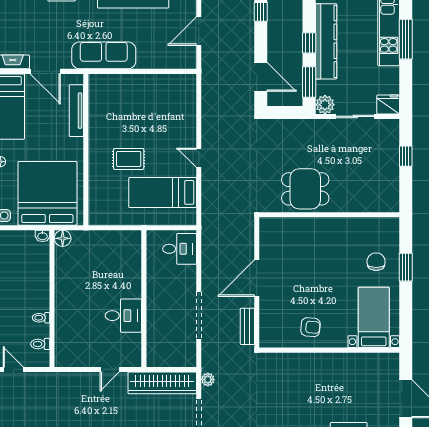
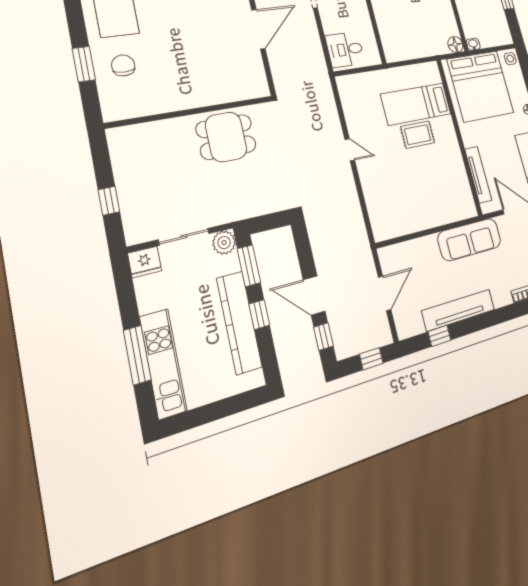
door: (261, 77) -> (314, 295), moved
bed: (163, 192) -> (416, 104), moved, turned 180
chair: (376, 262) -> (123, 65), turned 180

